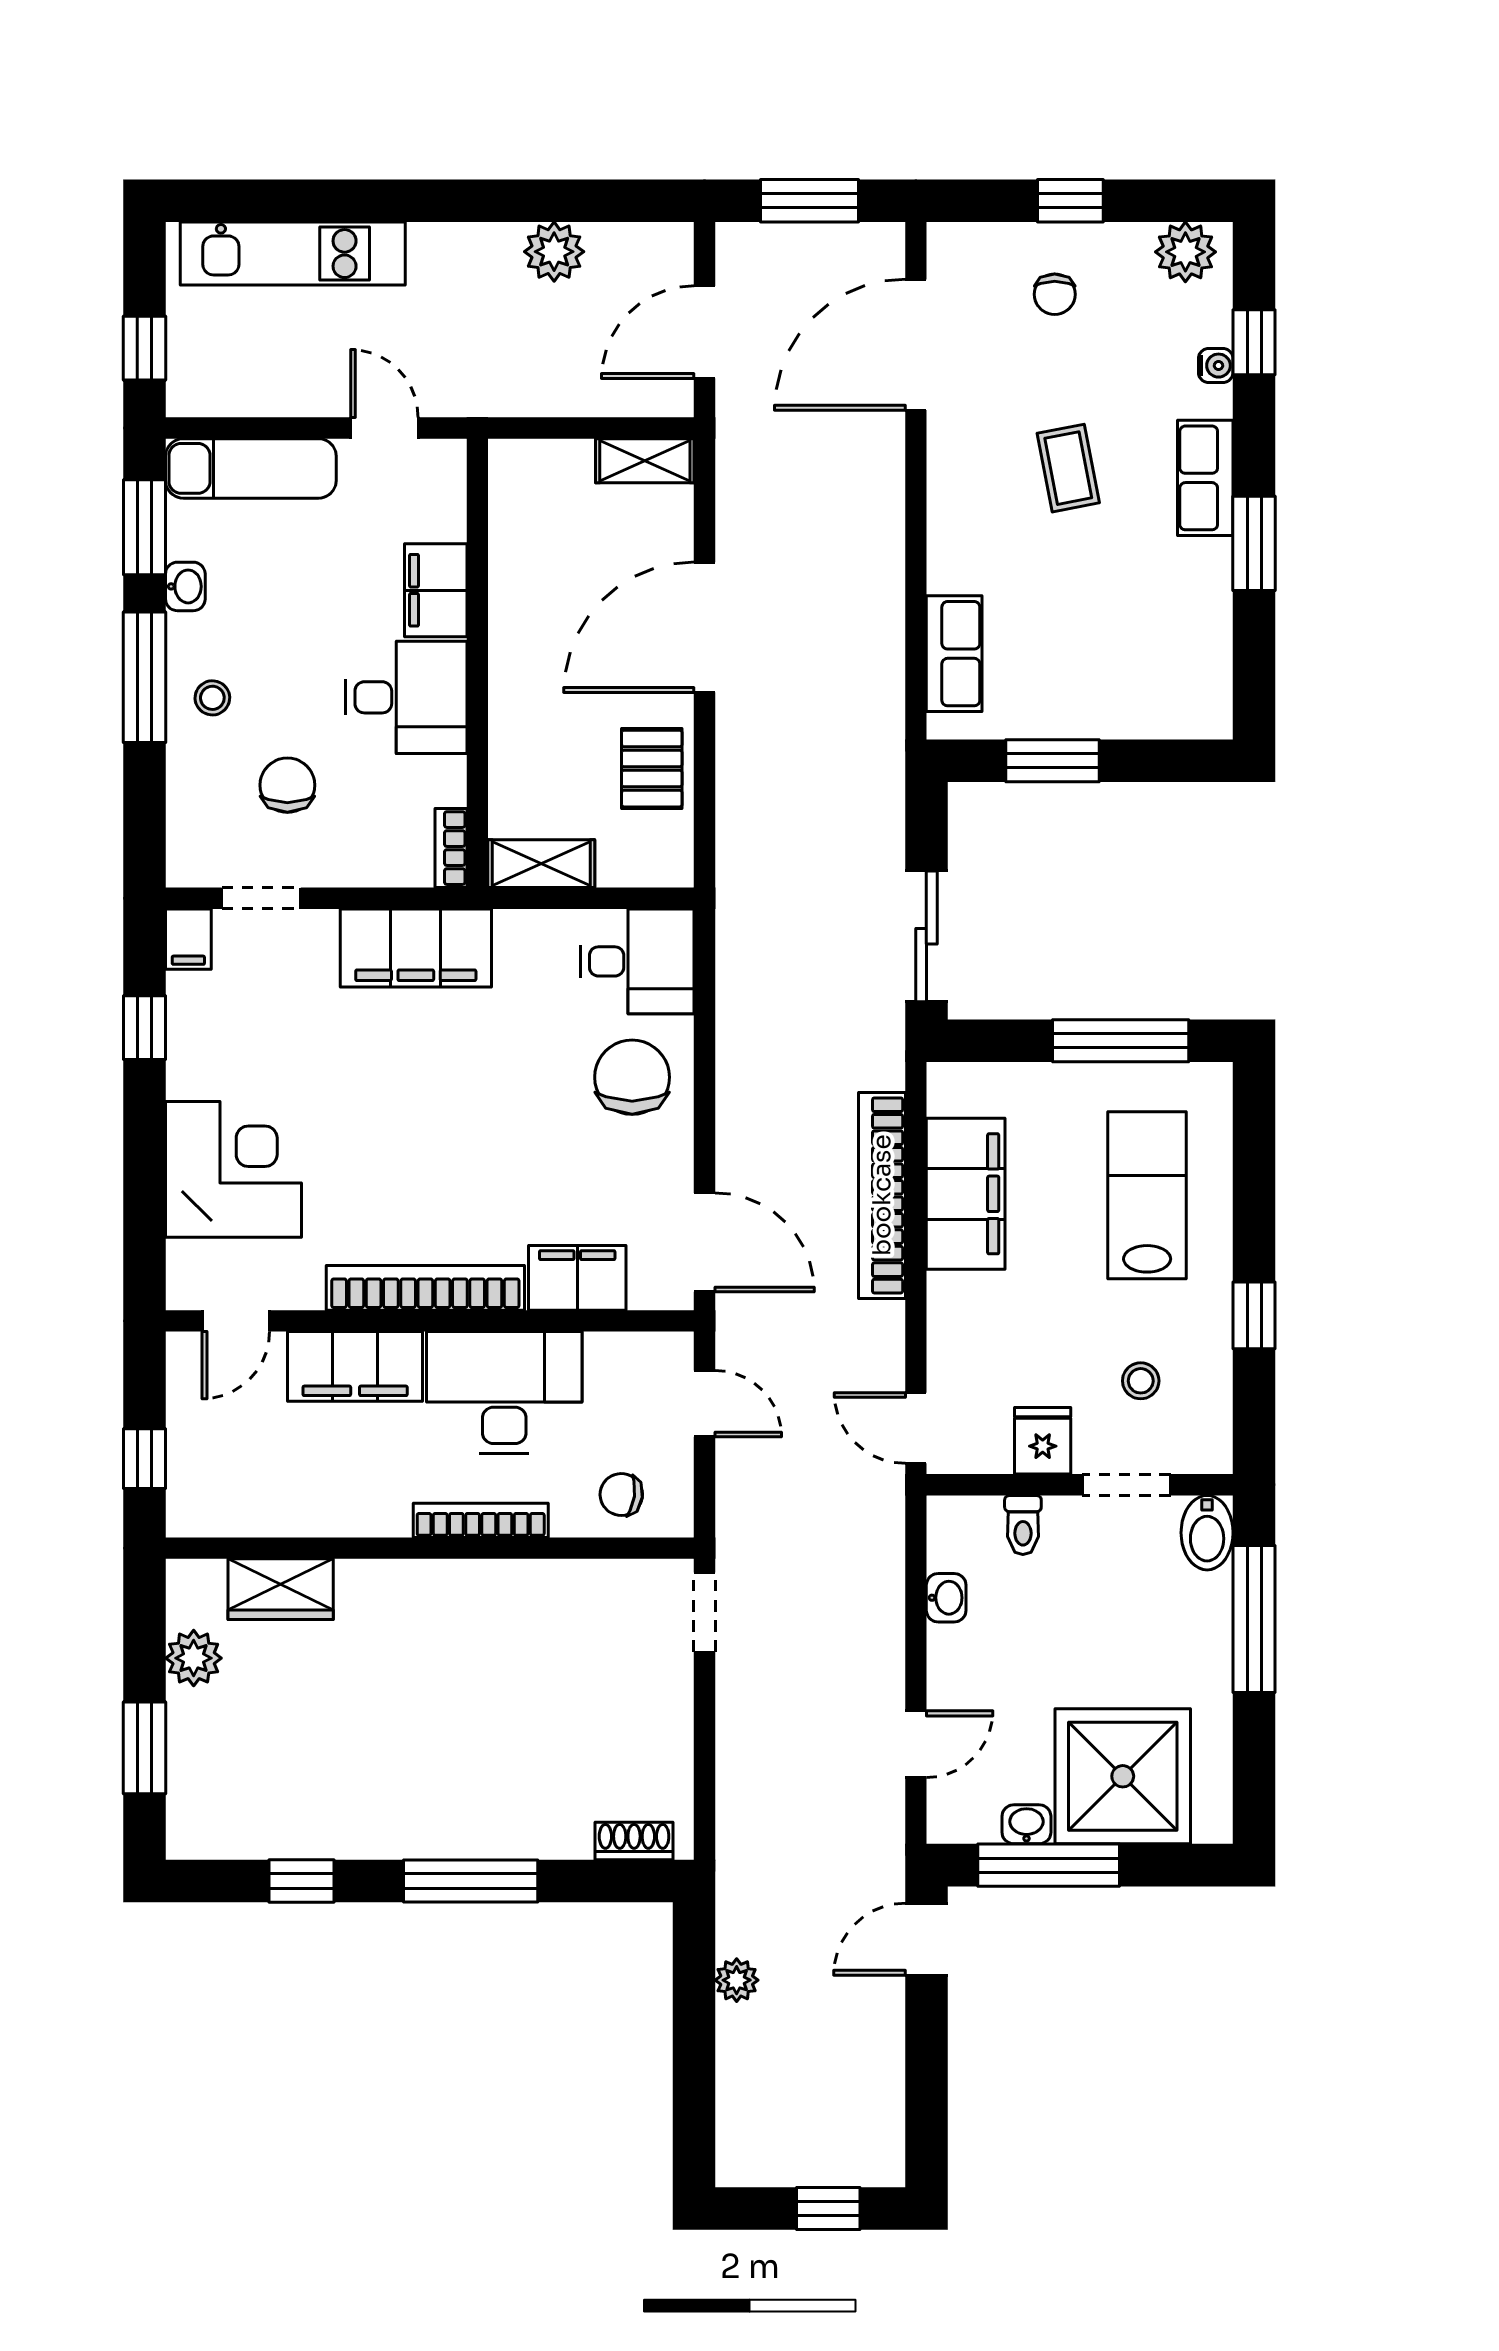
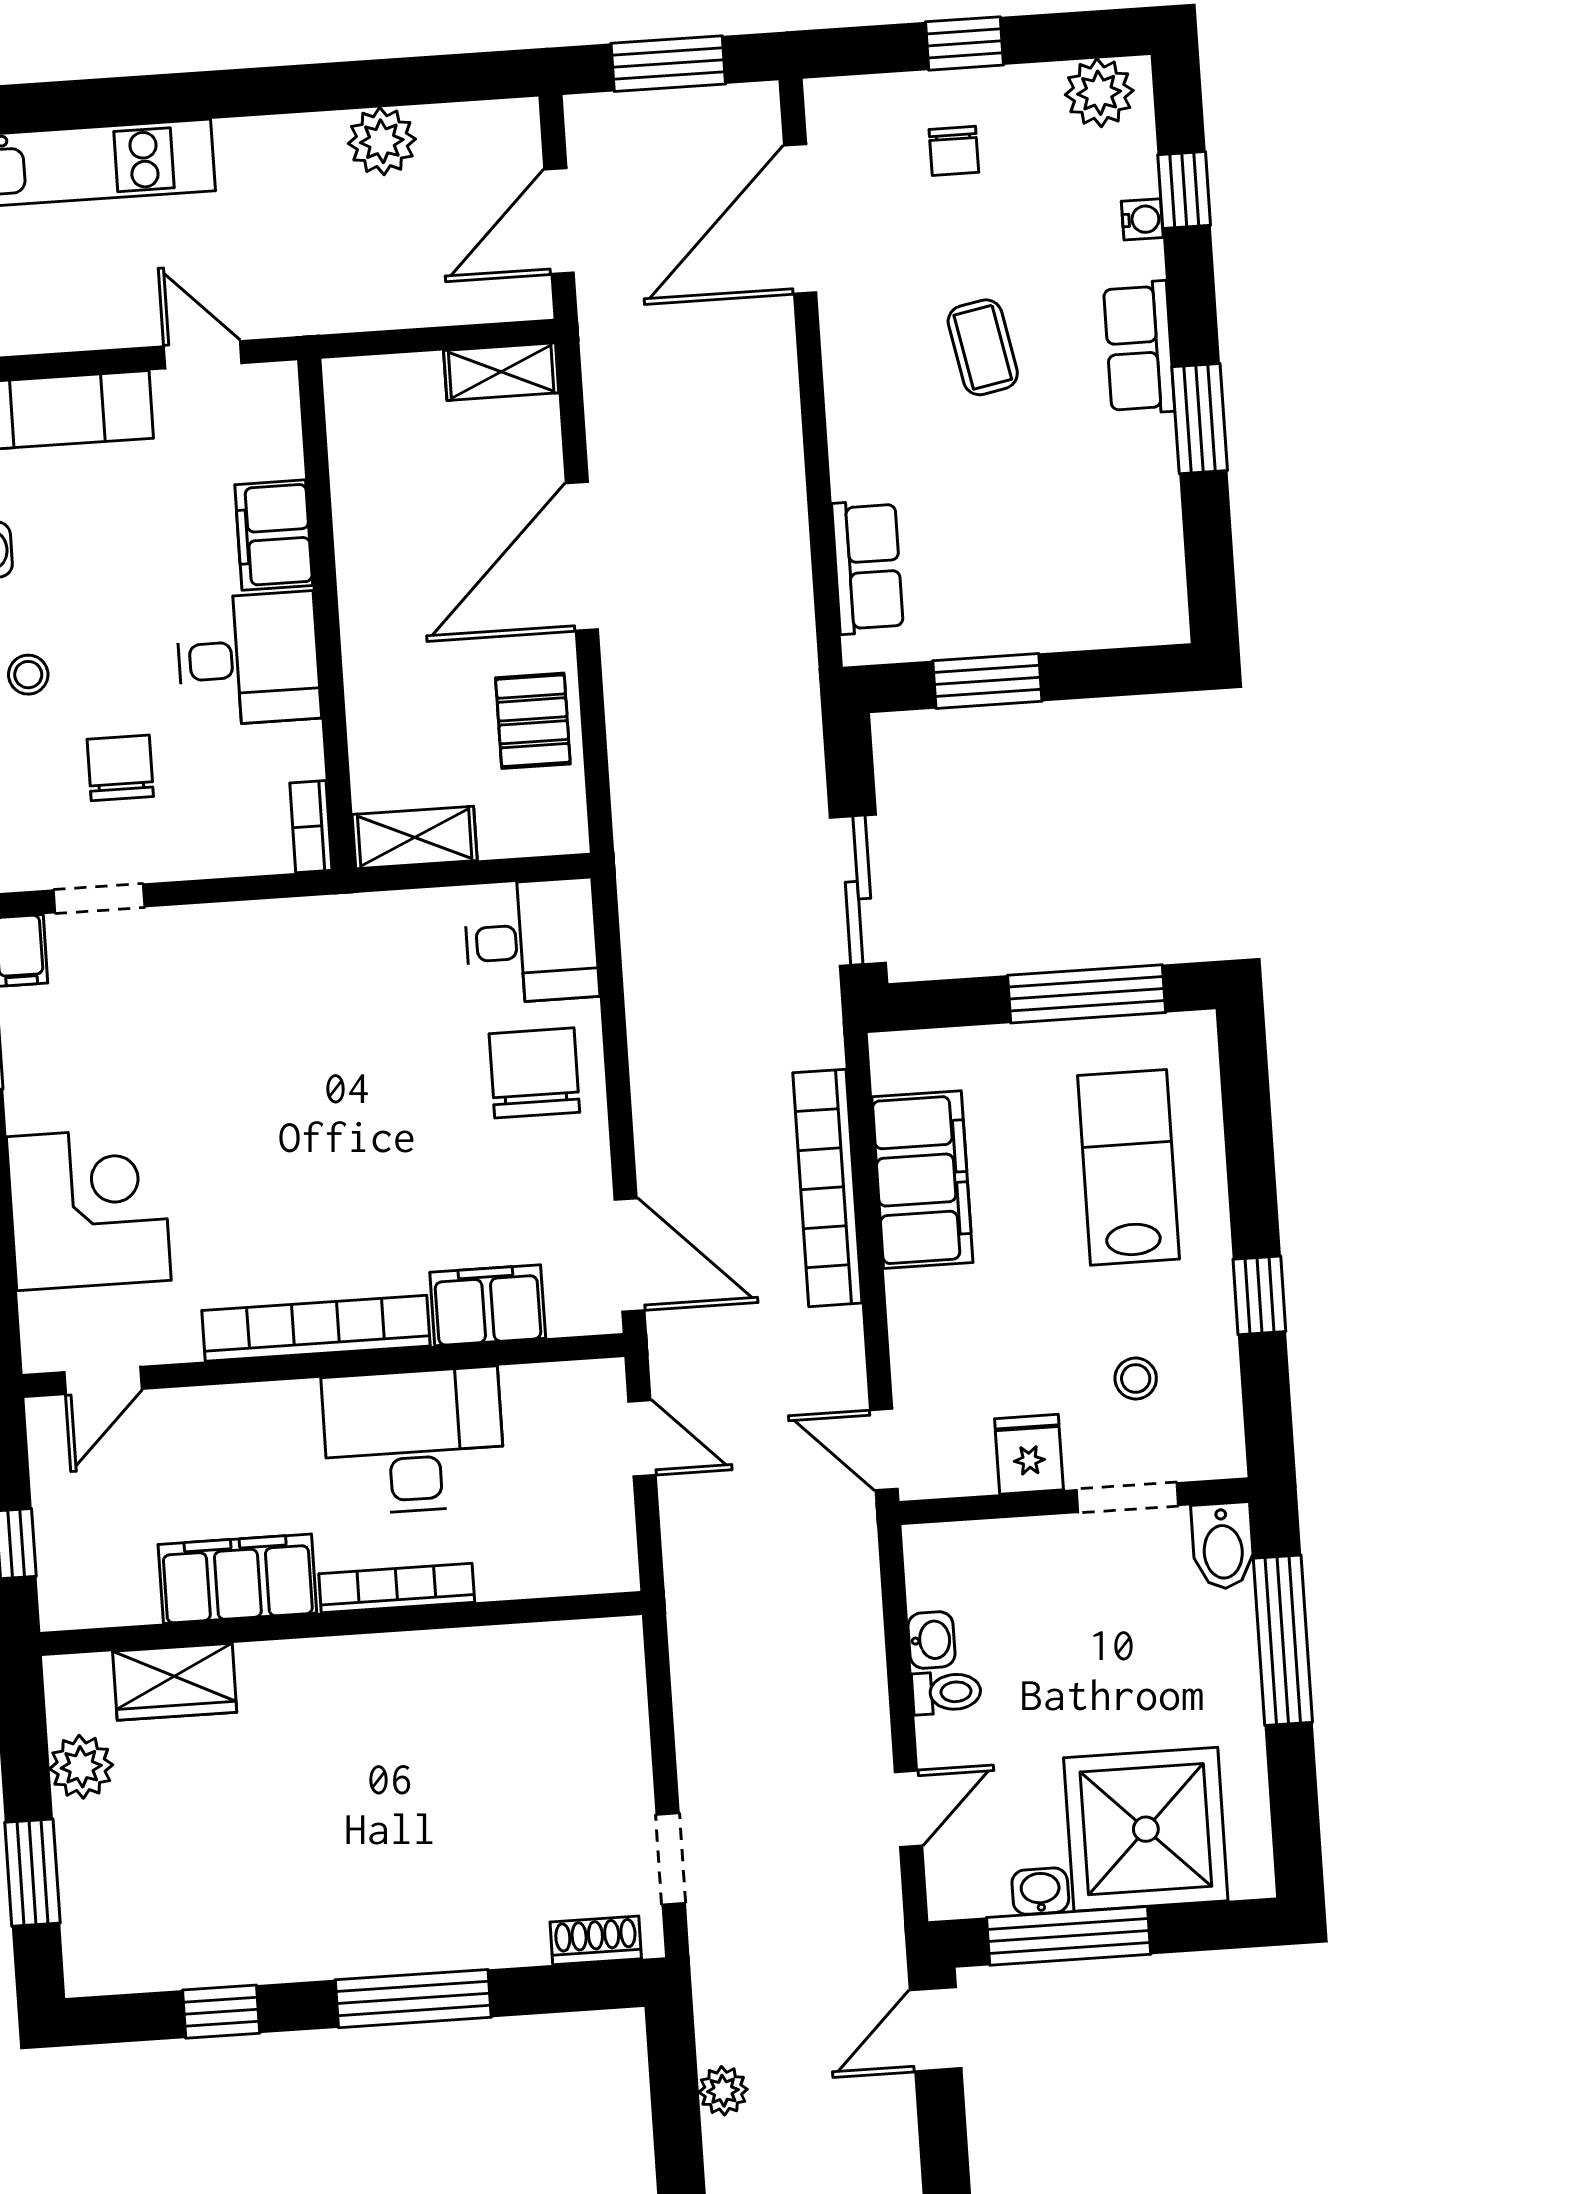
filing cabinet: (416, 948) -> (279, 943), removed
filing cabinet: (355, 1366) -> (237, 1579), moved, turned 180
chair: (621, 1495) -> (554, 1548), removed
toilet: (1023, 1525) -> (947, 1692), moved, turned -90
doorway: (705, 1612) -> (671, 1859), moved

